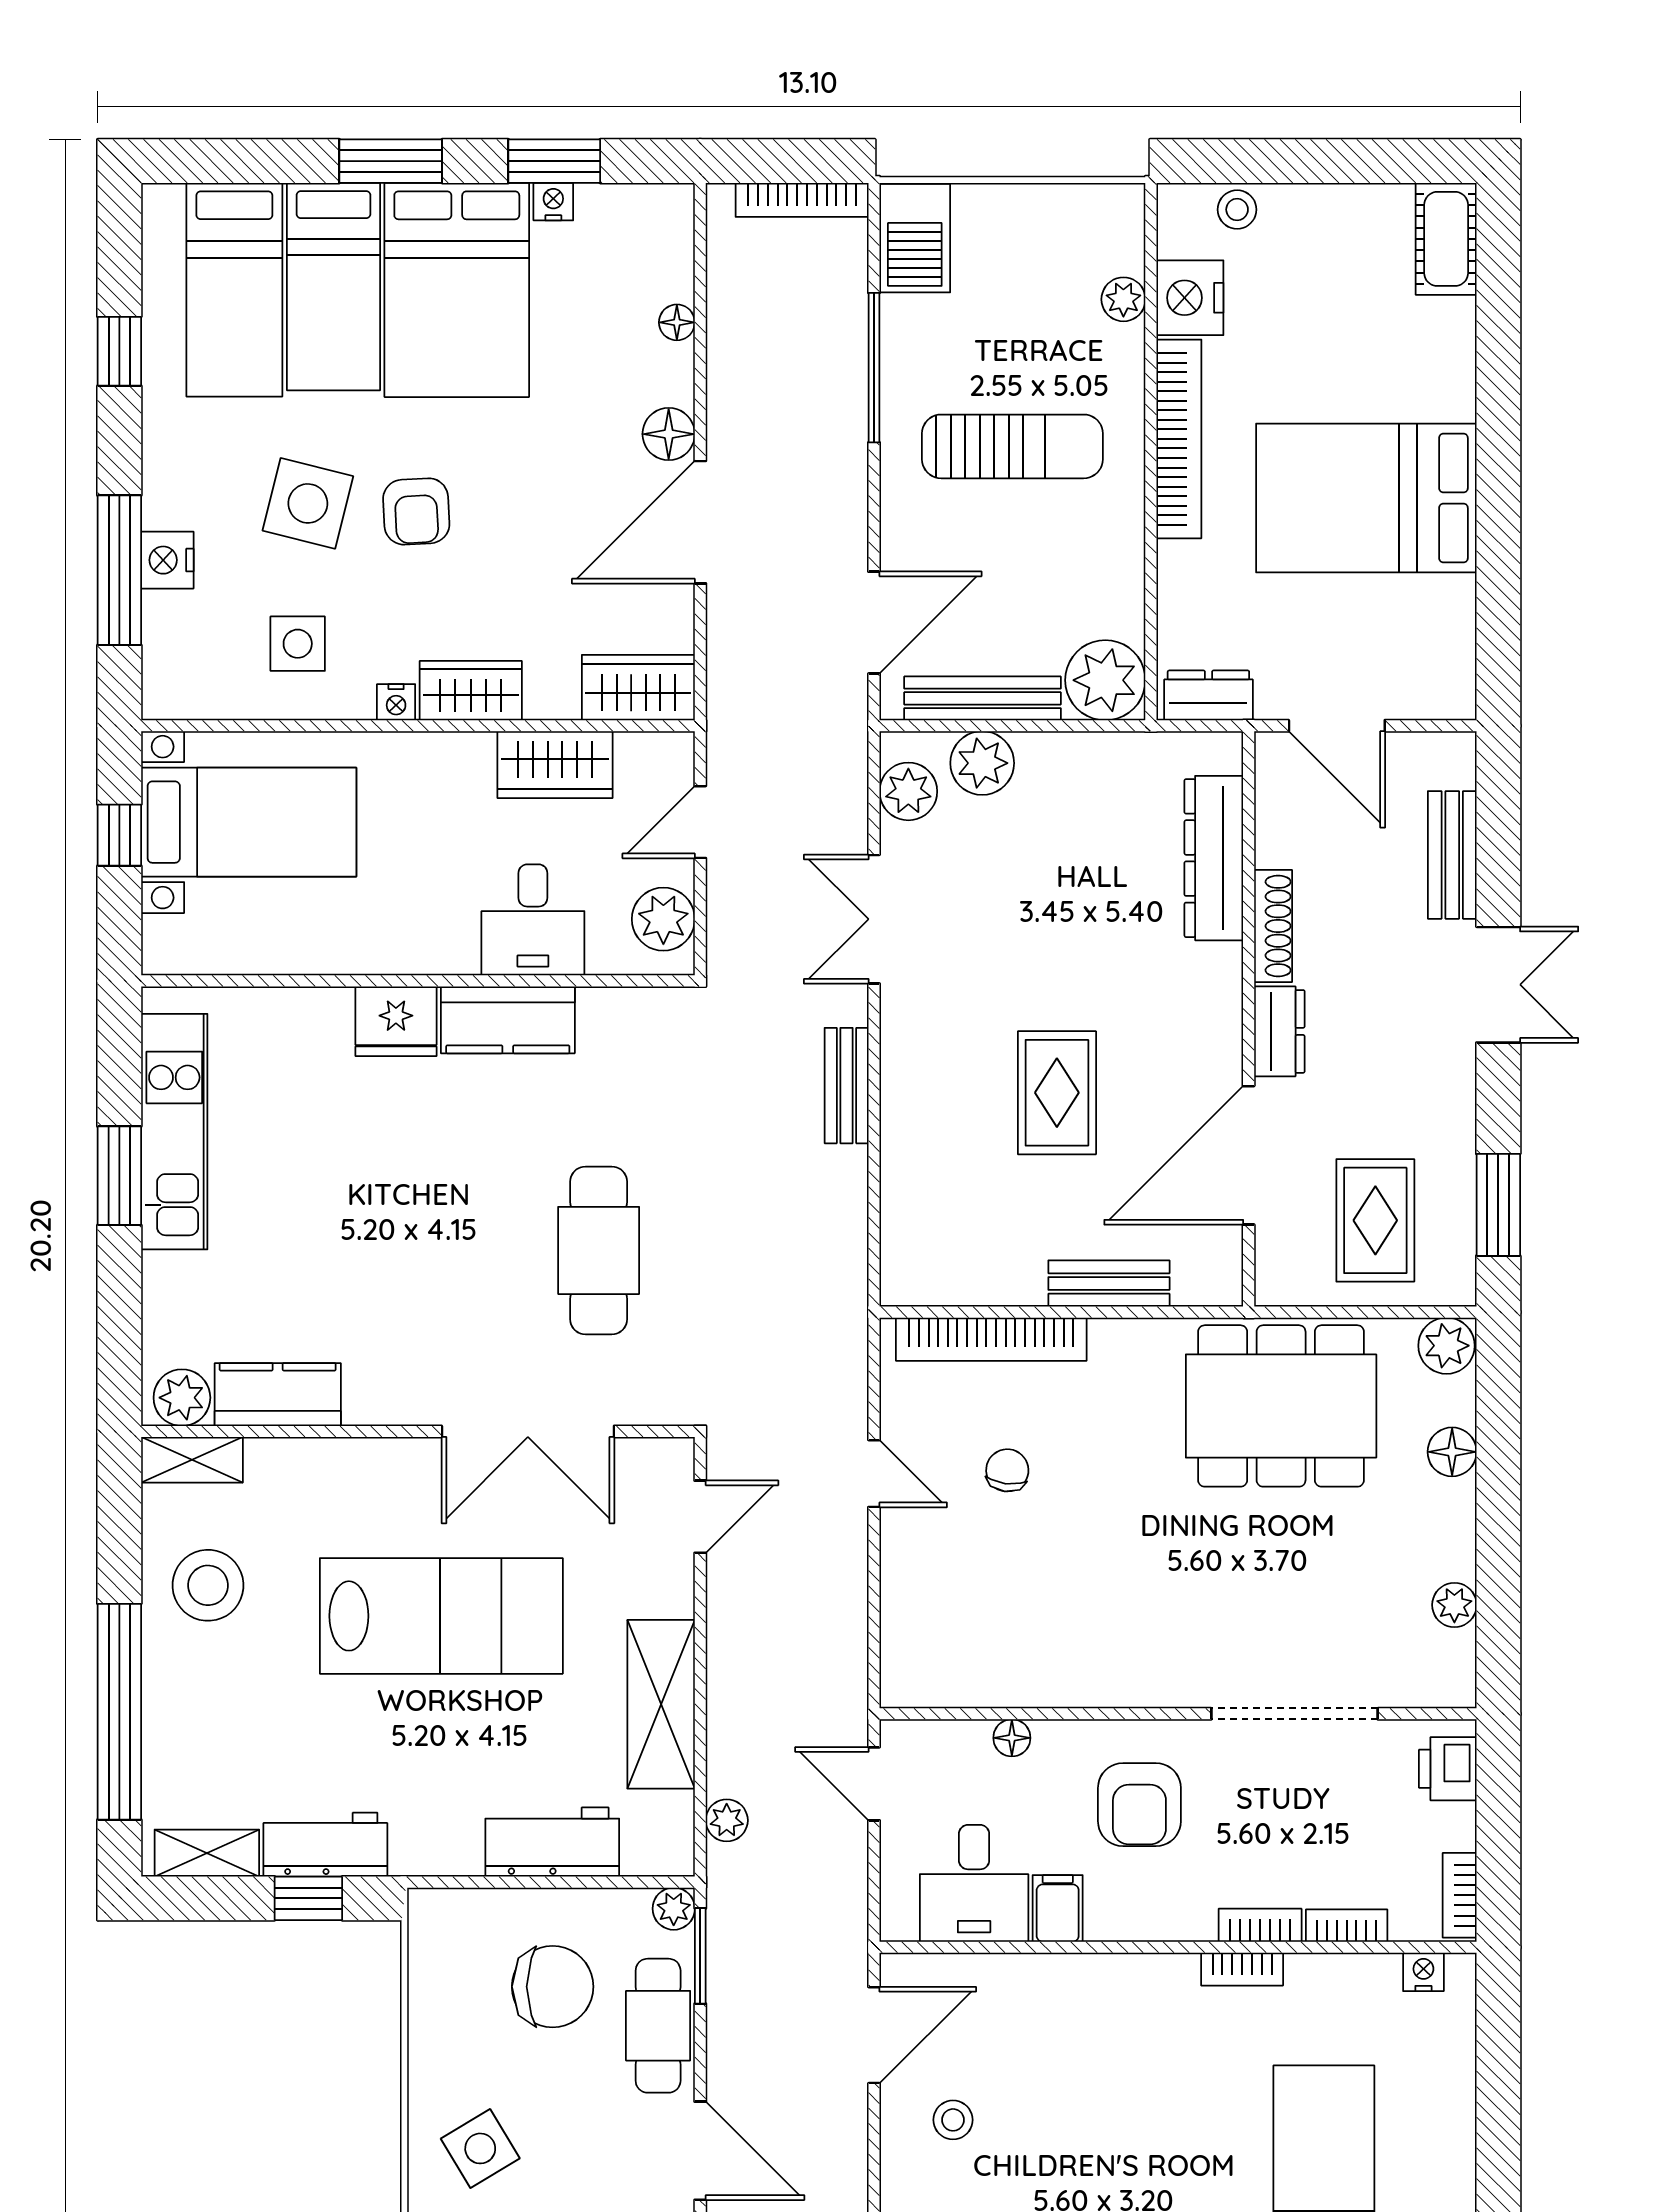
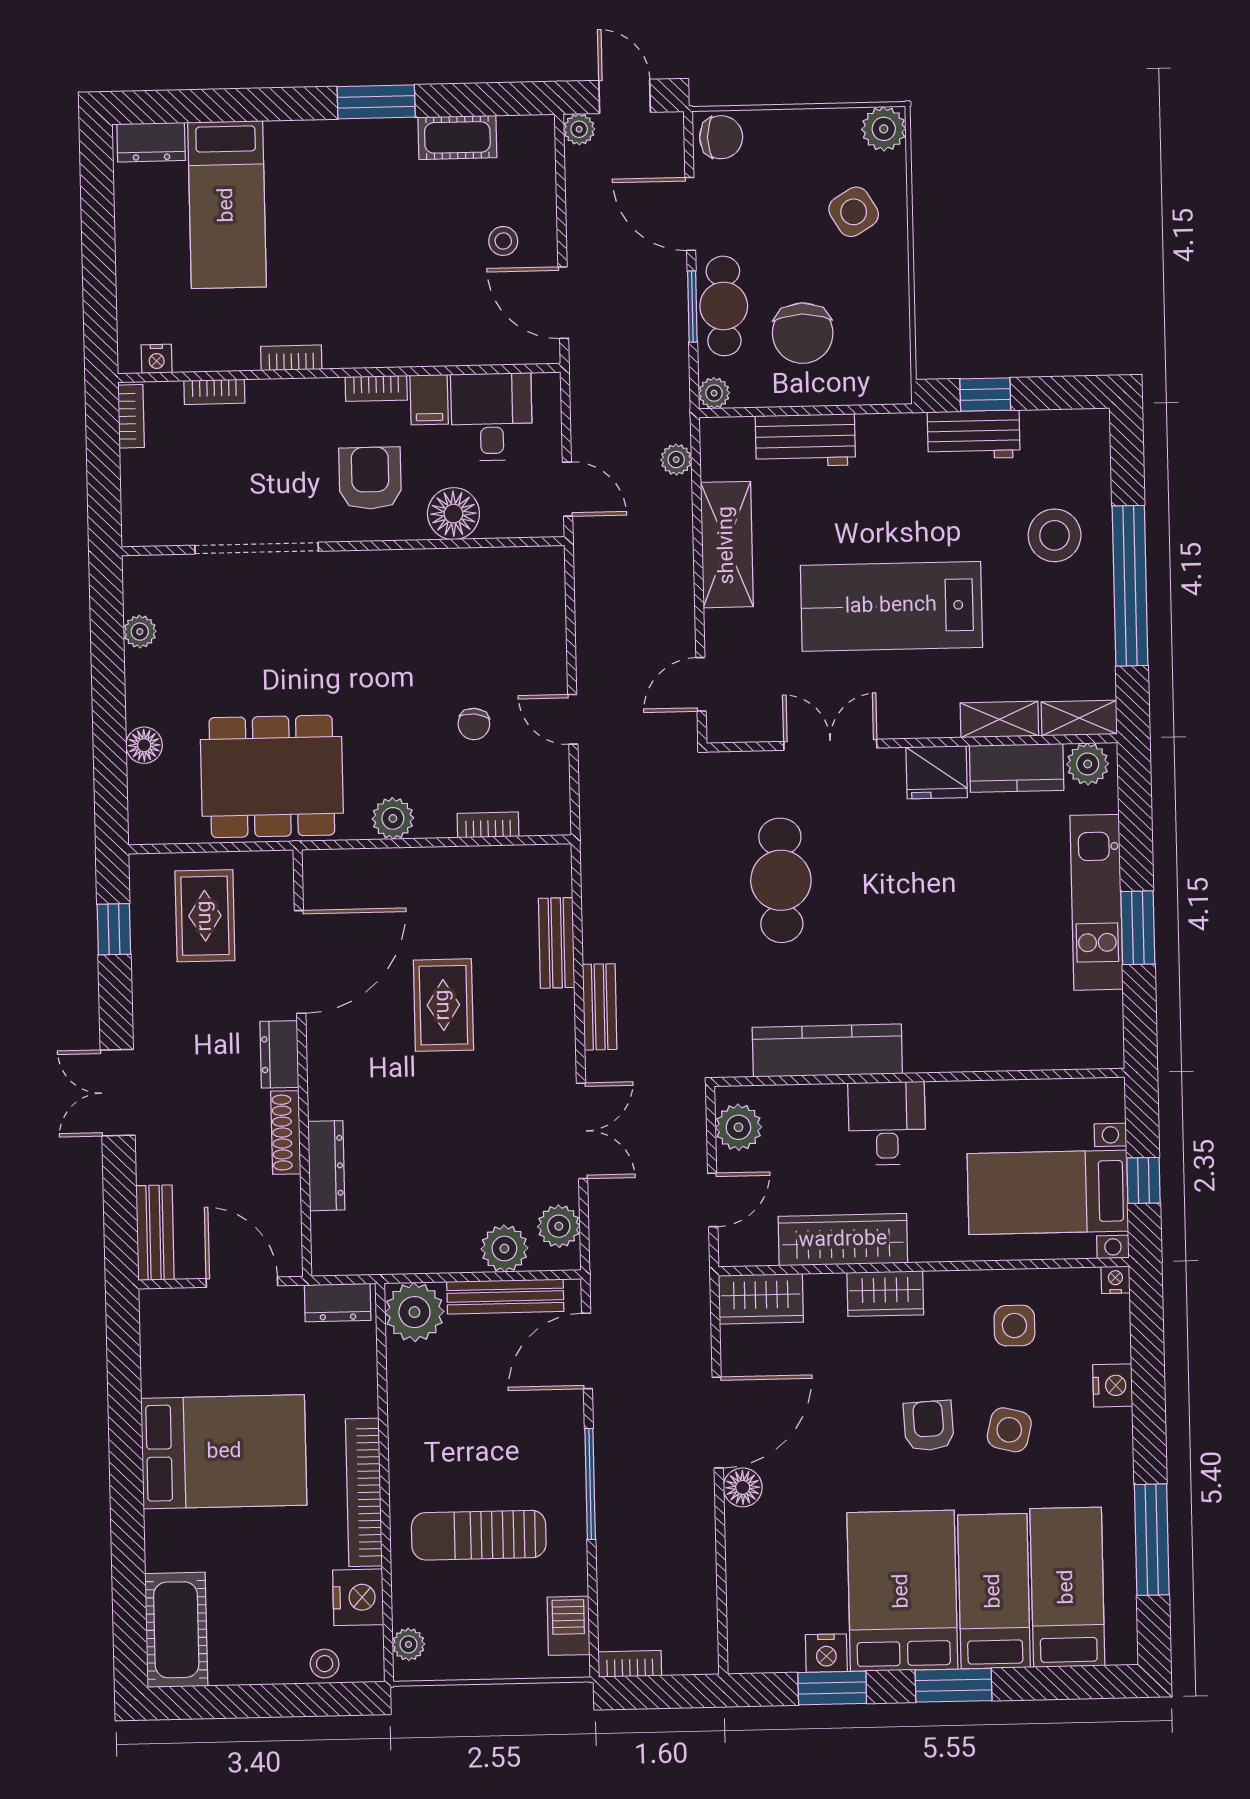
bookcase: (802, 200) -> (630, 1664), width x0.64
nightstand: (553, 202) -> (826, 1653), width x1.39, depth x1.35
barbecue: (915, 238) -> (569, 1626), width x0.73, depth x0.79
cot: (1446, 239) -> (176, 1630), width x1.37, depth x1.34
plant: (1123, 299) -> (409, 1644), moved
floor lamp: (677, 322) -> (738, 1570), removed
window: (119, 351) -> (1152, 1540), width x2.17
window: (874, 368) -> (590, 1484), moved
sun lounger: (1012, 446) -> (479, 1535), moved
side table: (308, 503) -> (1009, 1430), width x0.73, depth x0.73
window: (119, 570) -> (1148, 1377), removed
nightstand: (396, 702) -> (1115, 1280), moved
wardrobe: (555, 765) -> (843, 1240), width x1.50
bench: (1452, 855) -> (155, 1233), moved
dresser: (1214, 858) -> (326, 1166), width x0.73, depth x0.80
desk: (533, 920) -> (887, 1123), moved
kitchen counter: (508, 1020) -> (827, 1051), width x1.50
fridge: (396, 1021) -> (937, 772), moved, turned 180
kitchen unit: (174, 1132) -> (1096, 902), moved
window: (1498, 1205) -> (114, 929), width x0.67
bench: (1109, 1284) -> (557, 943), moved, turned 90
bookcase: (991, 1339) -> (488, 825), width x0.43, depth x0.76
plant: (1447, 1346) -> (393, 818), moved
double door: (528, 1432) -> (830, 745), width x0.73
stool: (208, 1585) -> (1055, 535), moved
window: (119, 1712) -> (1130, 586), moved
floor lamp: (1012, 1738) -> (453, 514), width x1.89, depth x1.89
printer: (1448, 1769) -> (142, 510), removed
shelving: (207, 1853) -> (999, 719), moved
bookcase: (1260, 1925) -> (376, 388), moved
window: (700, 1956) -> (692, 307), moved
chair: (553, 1987) -> (803, 333), turned -90
door: (874, 2035) -> (563, 303), hinge flipped

